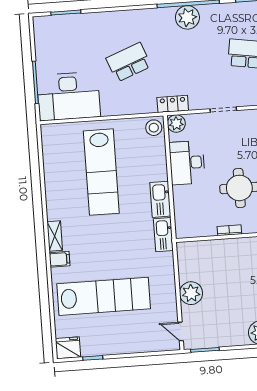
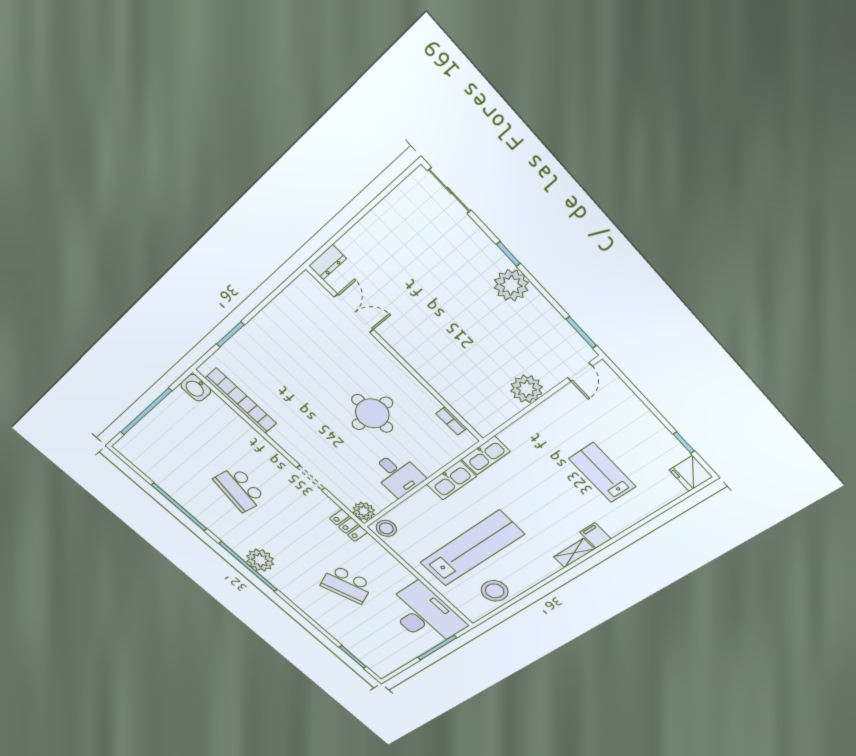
stool: (58, 161) -> (495, 591), added
desk: (187, 163) -> (398, 475), width x0.73
bookcase: (229, 230) -> (451, 421), moved
lab bench: (104, 296) -> (602, 473), width x0.54, depth x0.72

